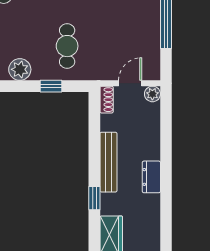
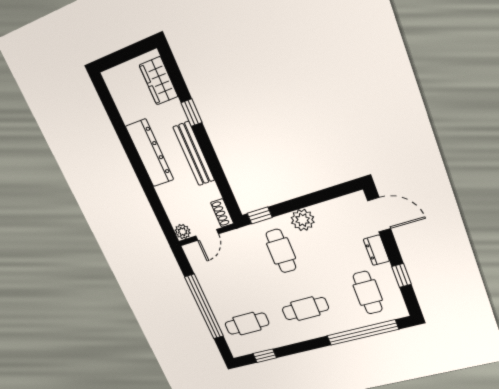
plant: (20, 69) -> (303, 220), moved
window: (51, 86) -> (260, 215), moved
dresser: (151, 177) -> (150, 153), width x1.96, depth x1.24

